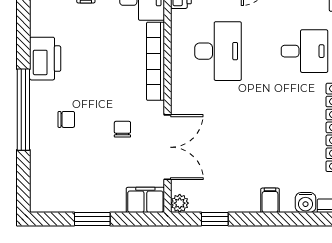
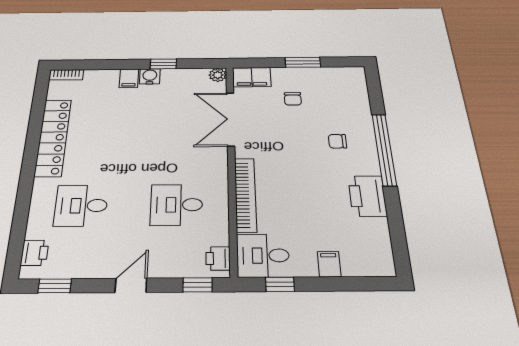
desk: (218, 51) -> (177, 205), width x0.73
chair: (122, 129) -> (293, 99), moved
water cooler: (306, 202) -> (150, 76), moved
window: (215, 219) -> (163, 64), moved

